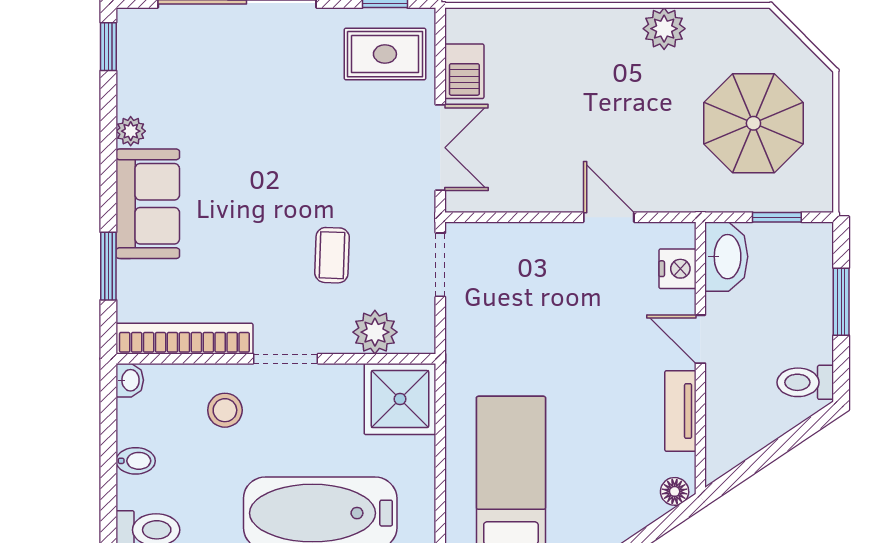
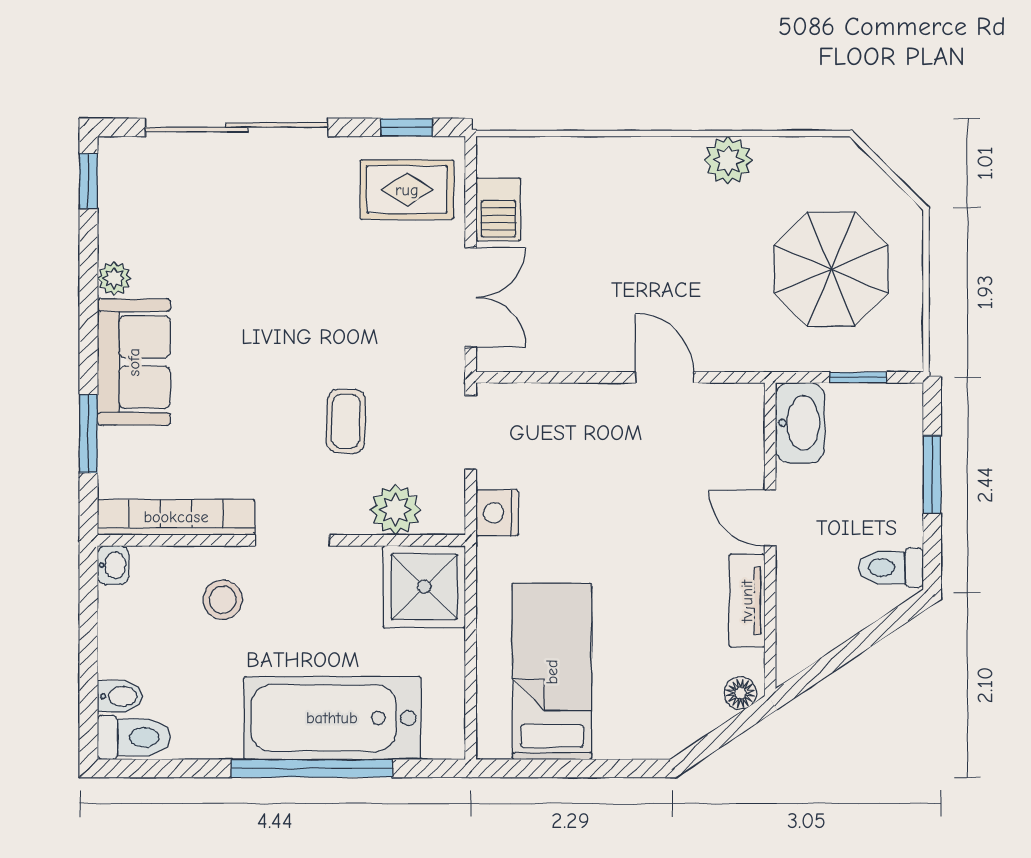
nightstand: (677, 269) -> (497, 513), moved, turned 180
bidet: (136, 461) -> (120, 696), moved

